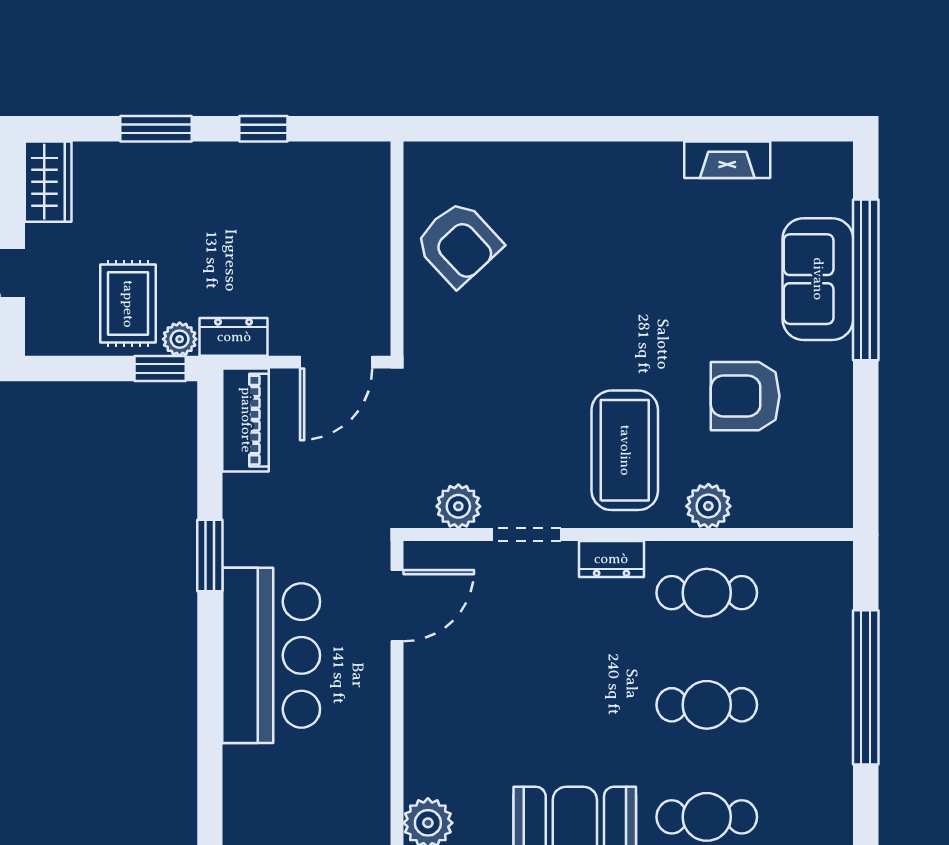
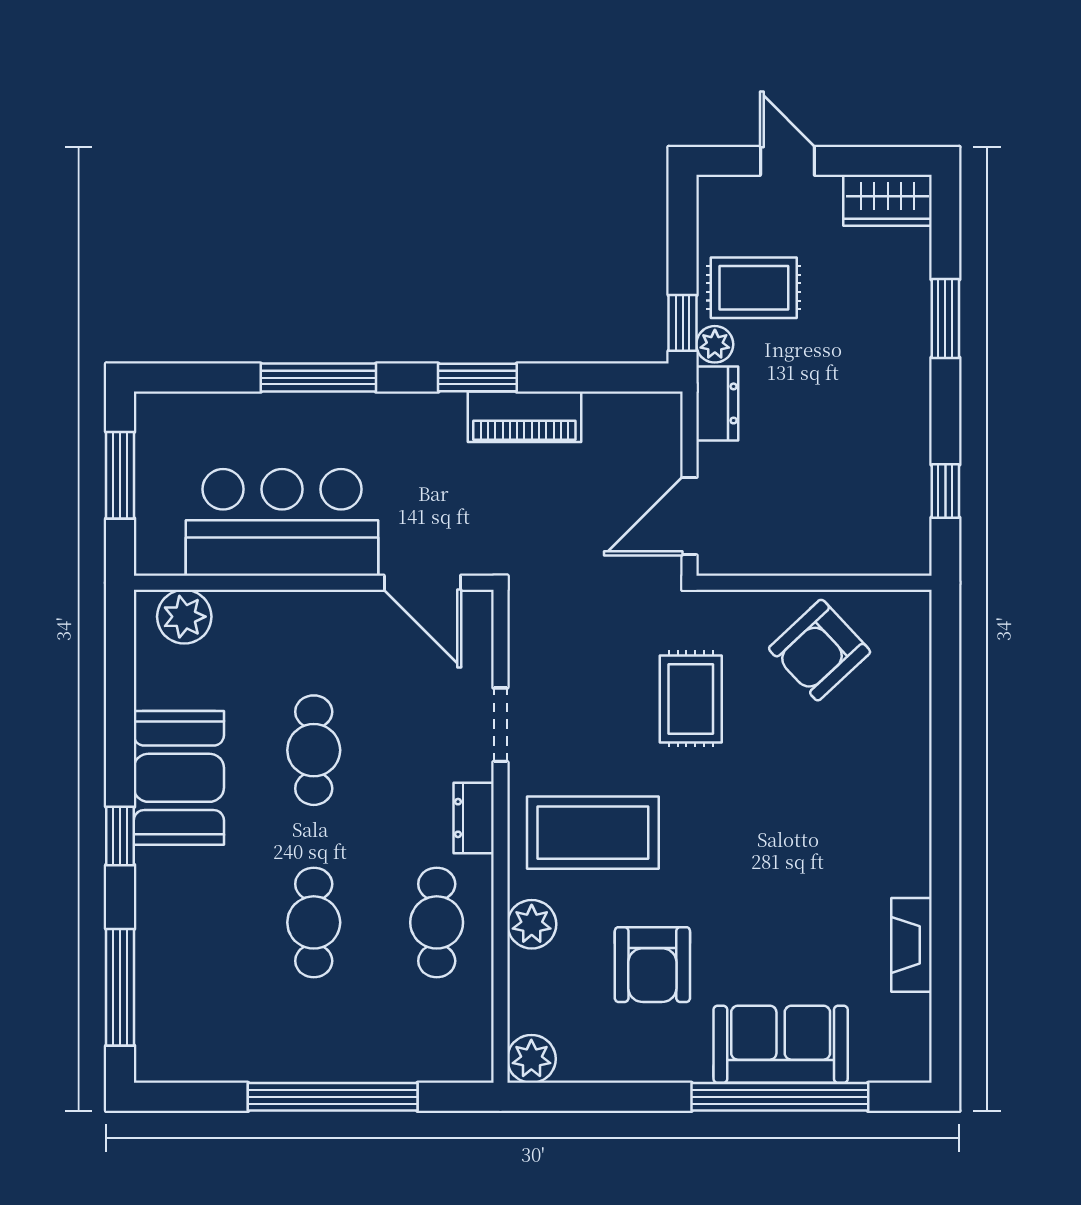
window: (263, 129) -> (945, 491), moved
rug: (503, 361) -> (691, 699), added
door: (336, 362) -> (689, 516), hinge flipped
armchair: (745, 396) -> (652, 965), turned 180
piano: (246, 420) -> (524, 417), moved
plant: (458, 506) -> (531, 1059), moved
bar counter: (271, 655) -> (282, 522), moved, turned 180
window: (210, 701) -> (318, 378), added
cafe table: (707, 817) -> (314, 750), moved

